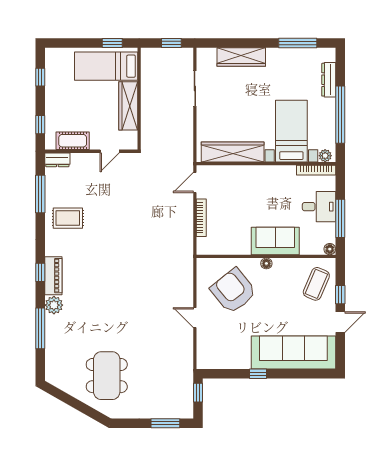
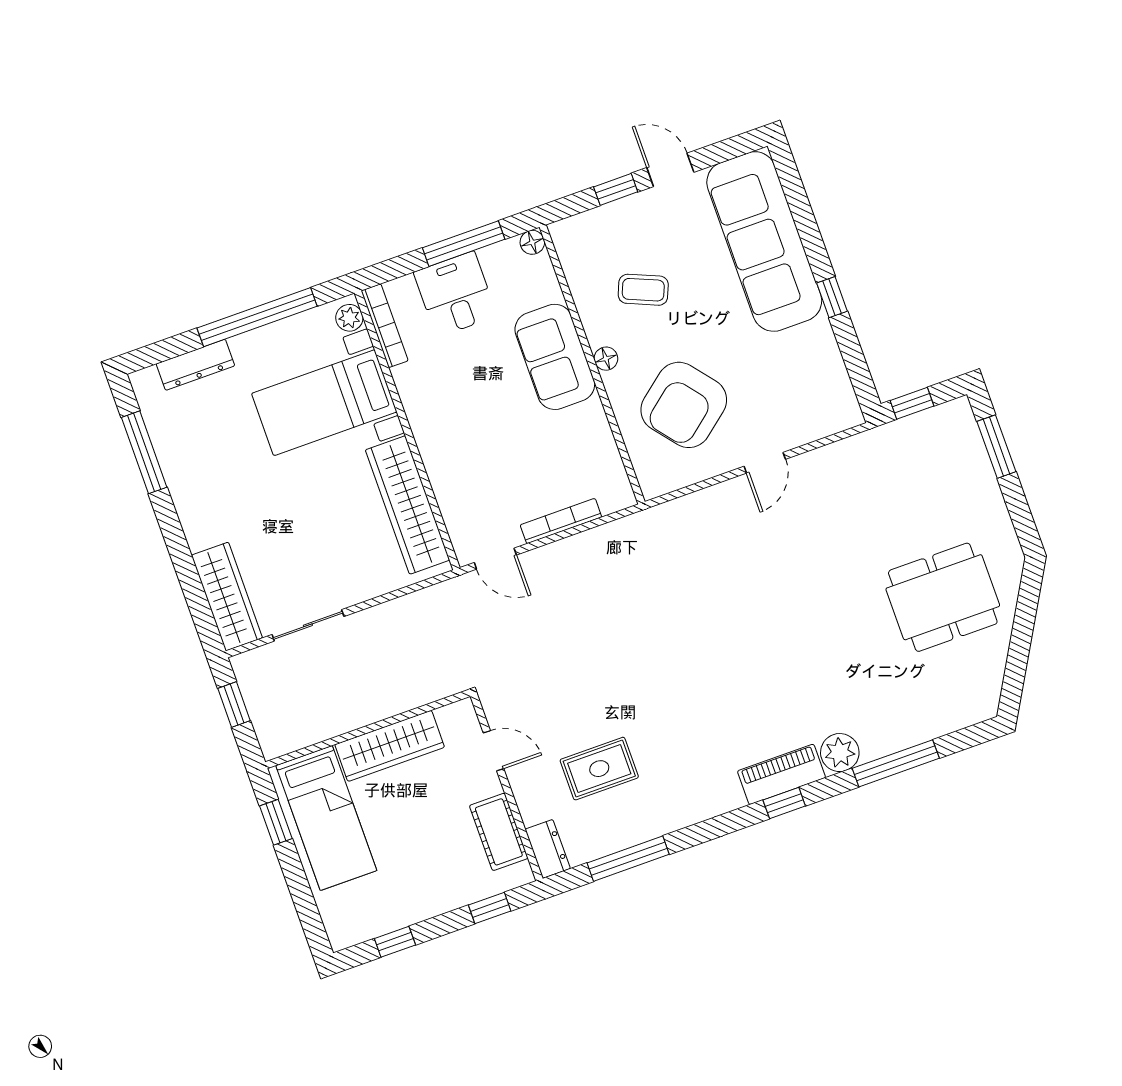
wardrobe: (241, 57) -> (227, 597), moved
rug: (68, 218) -> (599, 769), moved, turned 90
coffee table: (316, 284) -> (643, 290), moved, width x0.73, depth x0.77

